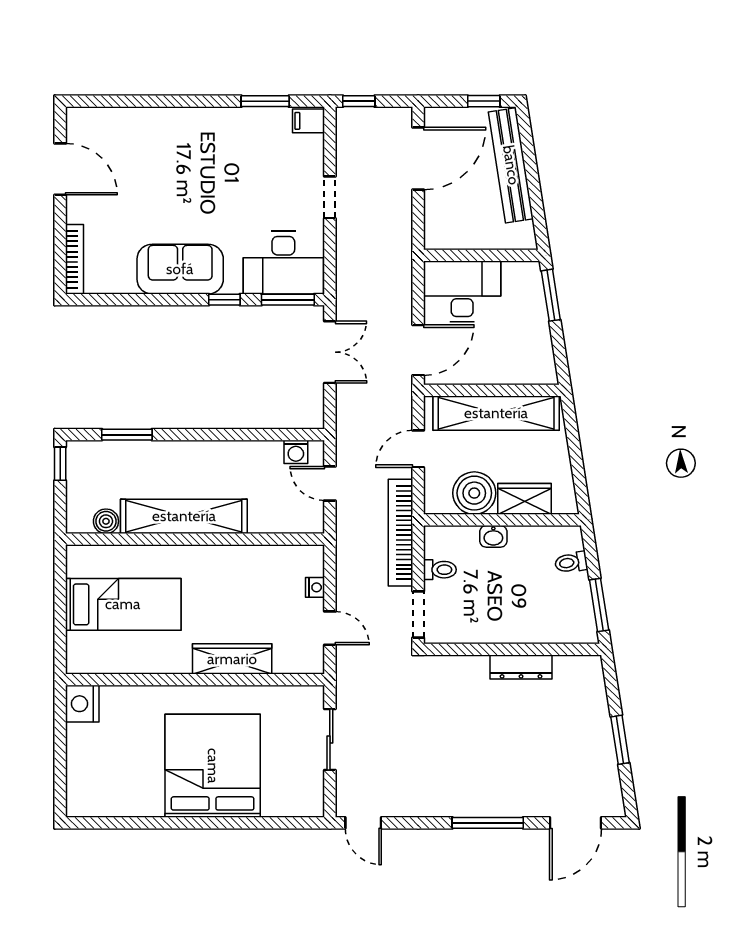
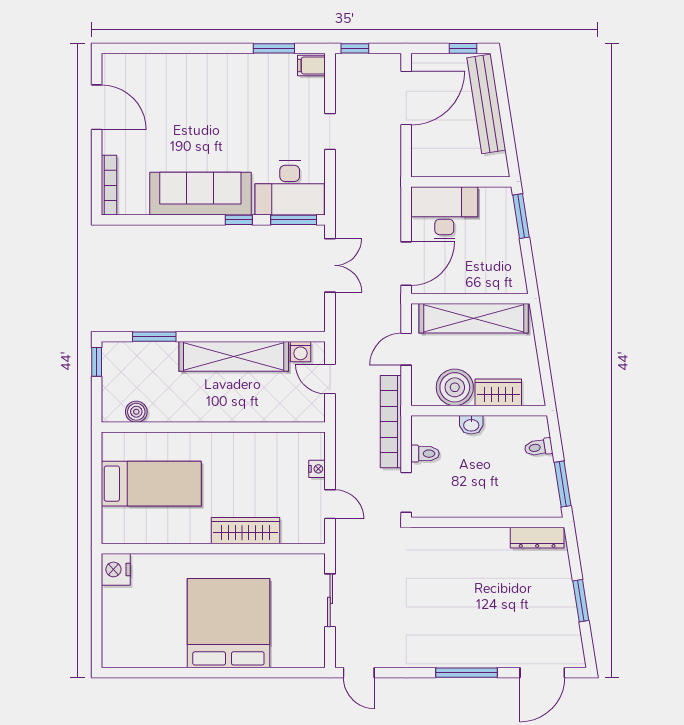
sofa: (180, 269) -> (200, 194), width x1.36
shelving: (184, 516) -> (234, 356), moved
dresser: (521, 667) -> (537, 538), moved

